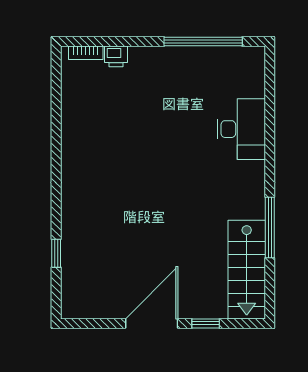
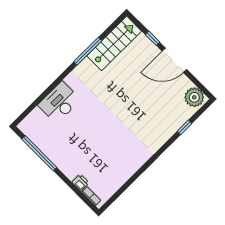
plant: (81, 302) -> (194, 97), added

